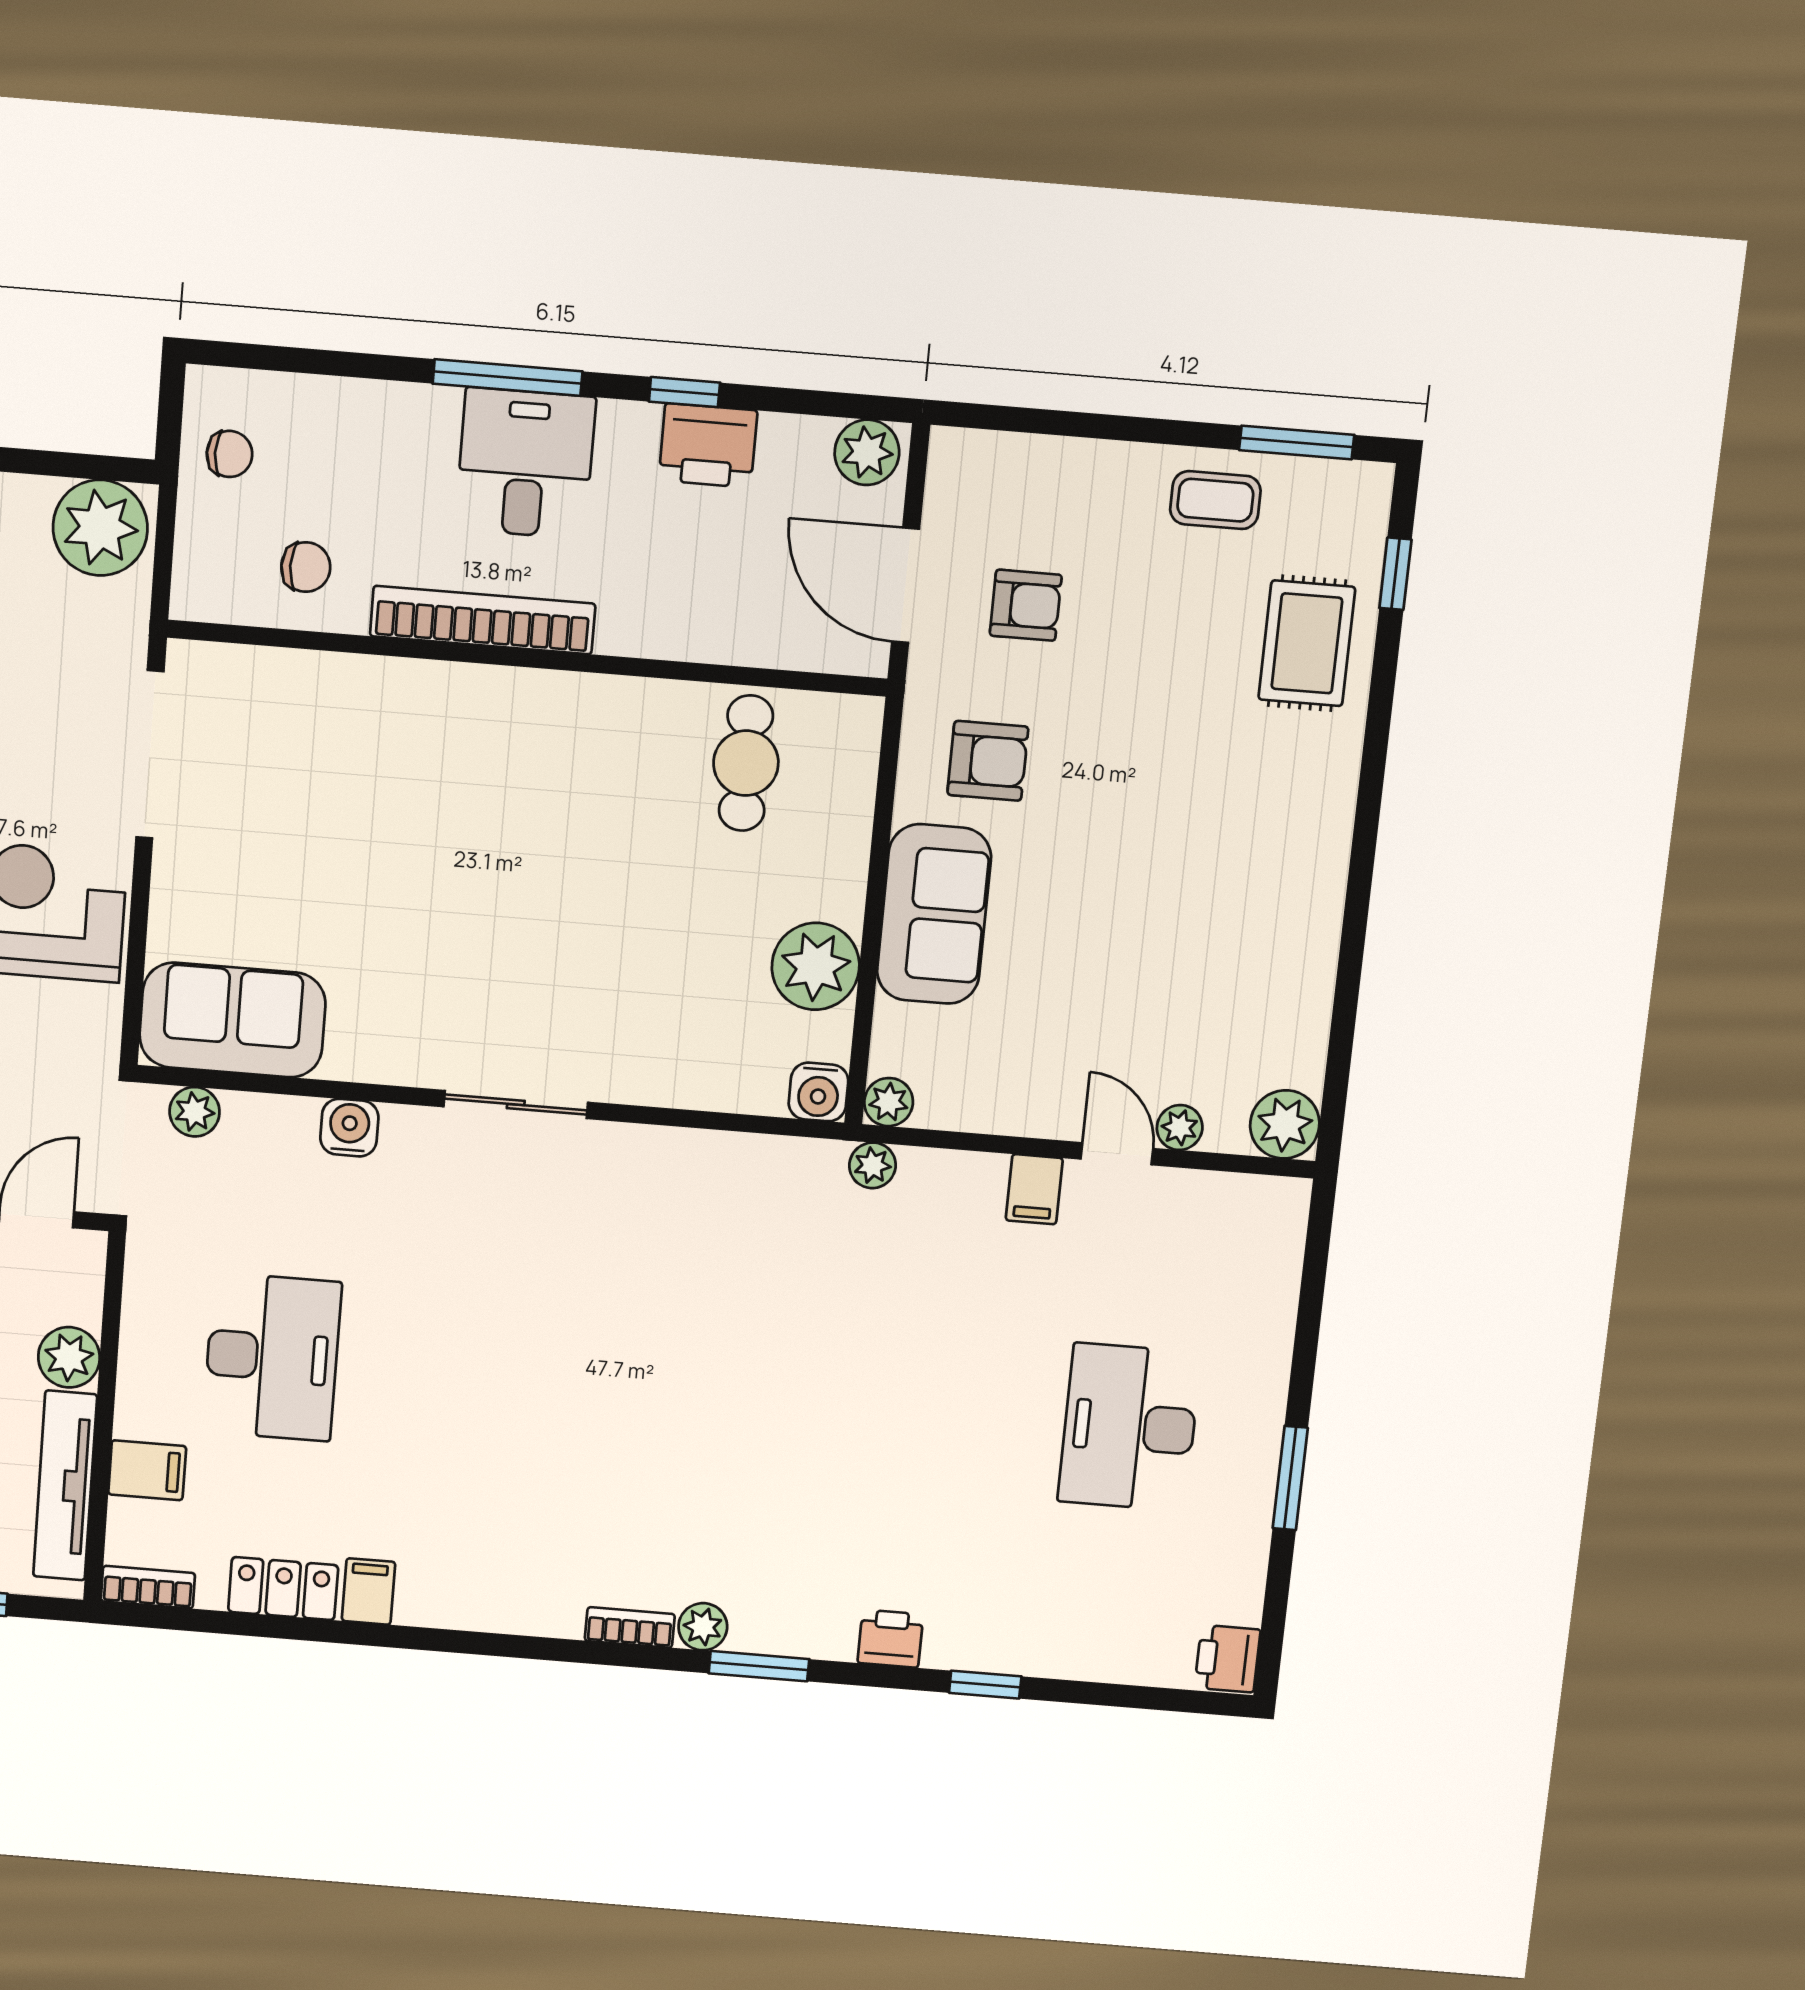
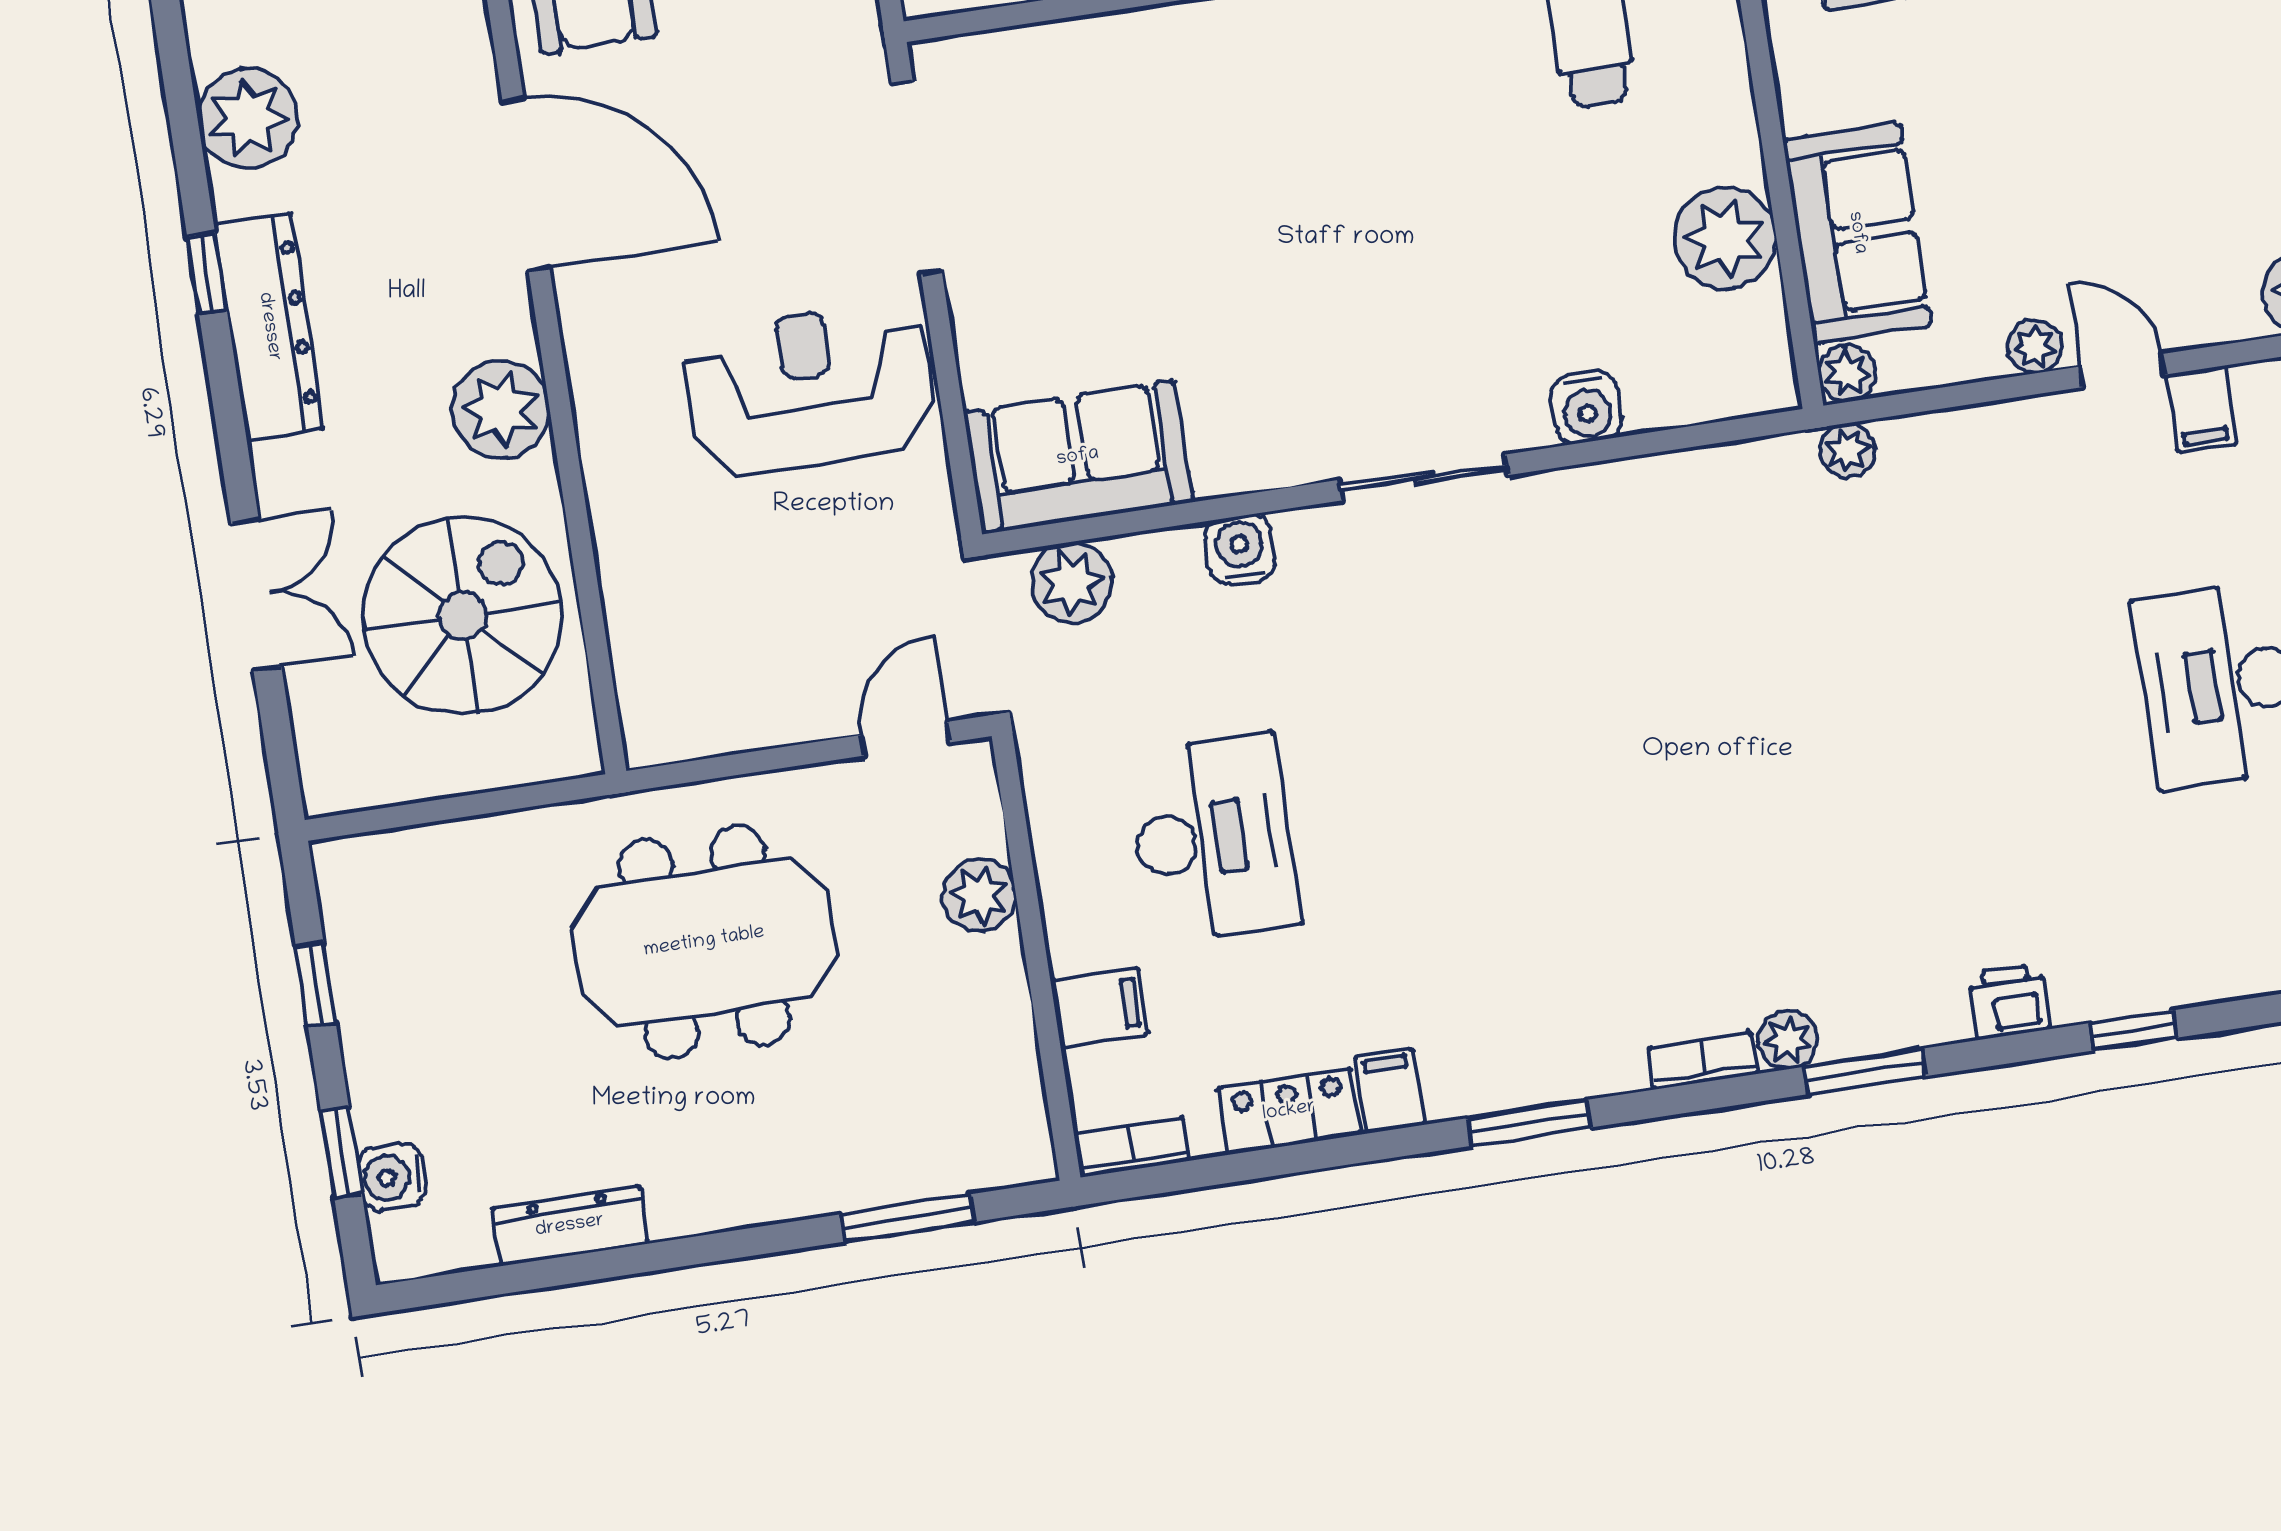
sofa: (934, 914) -> (1857, 233), moved
water cooler: (818, 1092) -> (1587, 408), moved
plant: (195, 1112) -> (1072, 583), width x1.38, depth x1.38
plant: (1180, 1128) -> (2035, 347), moved
filing cabinet: (1034, 1189) -> (2202, 409), moved
tv unit: (65, 1486) -> (1008, 1049), removed
window: (477, 1643) -> (1530, 1123), added

